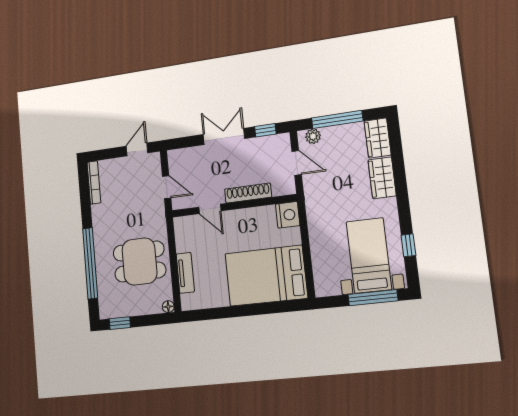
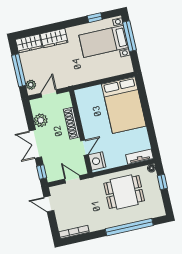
window: (265, 130) -> (42, 172), moved
plant: (258, 147) -> (41, 120), added
door: (167, 187) -> (73, 179), hinge flipped
nightstand: (288, 215) -> (97, 161), moved, turned -90
dining table: (139, 261) -> (124, 192), turned 90
tv unit: (185, 273) -> (139, 157), moved
window: (120, 323) -> (162, 182), moved

